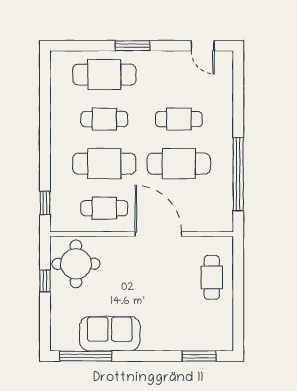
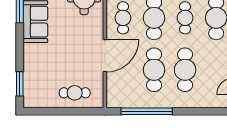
cafe table: (179, 119) -> (185, 70), width x1.37, depth x1.35

